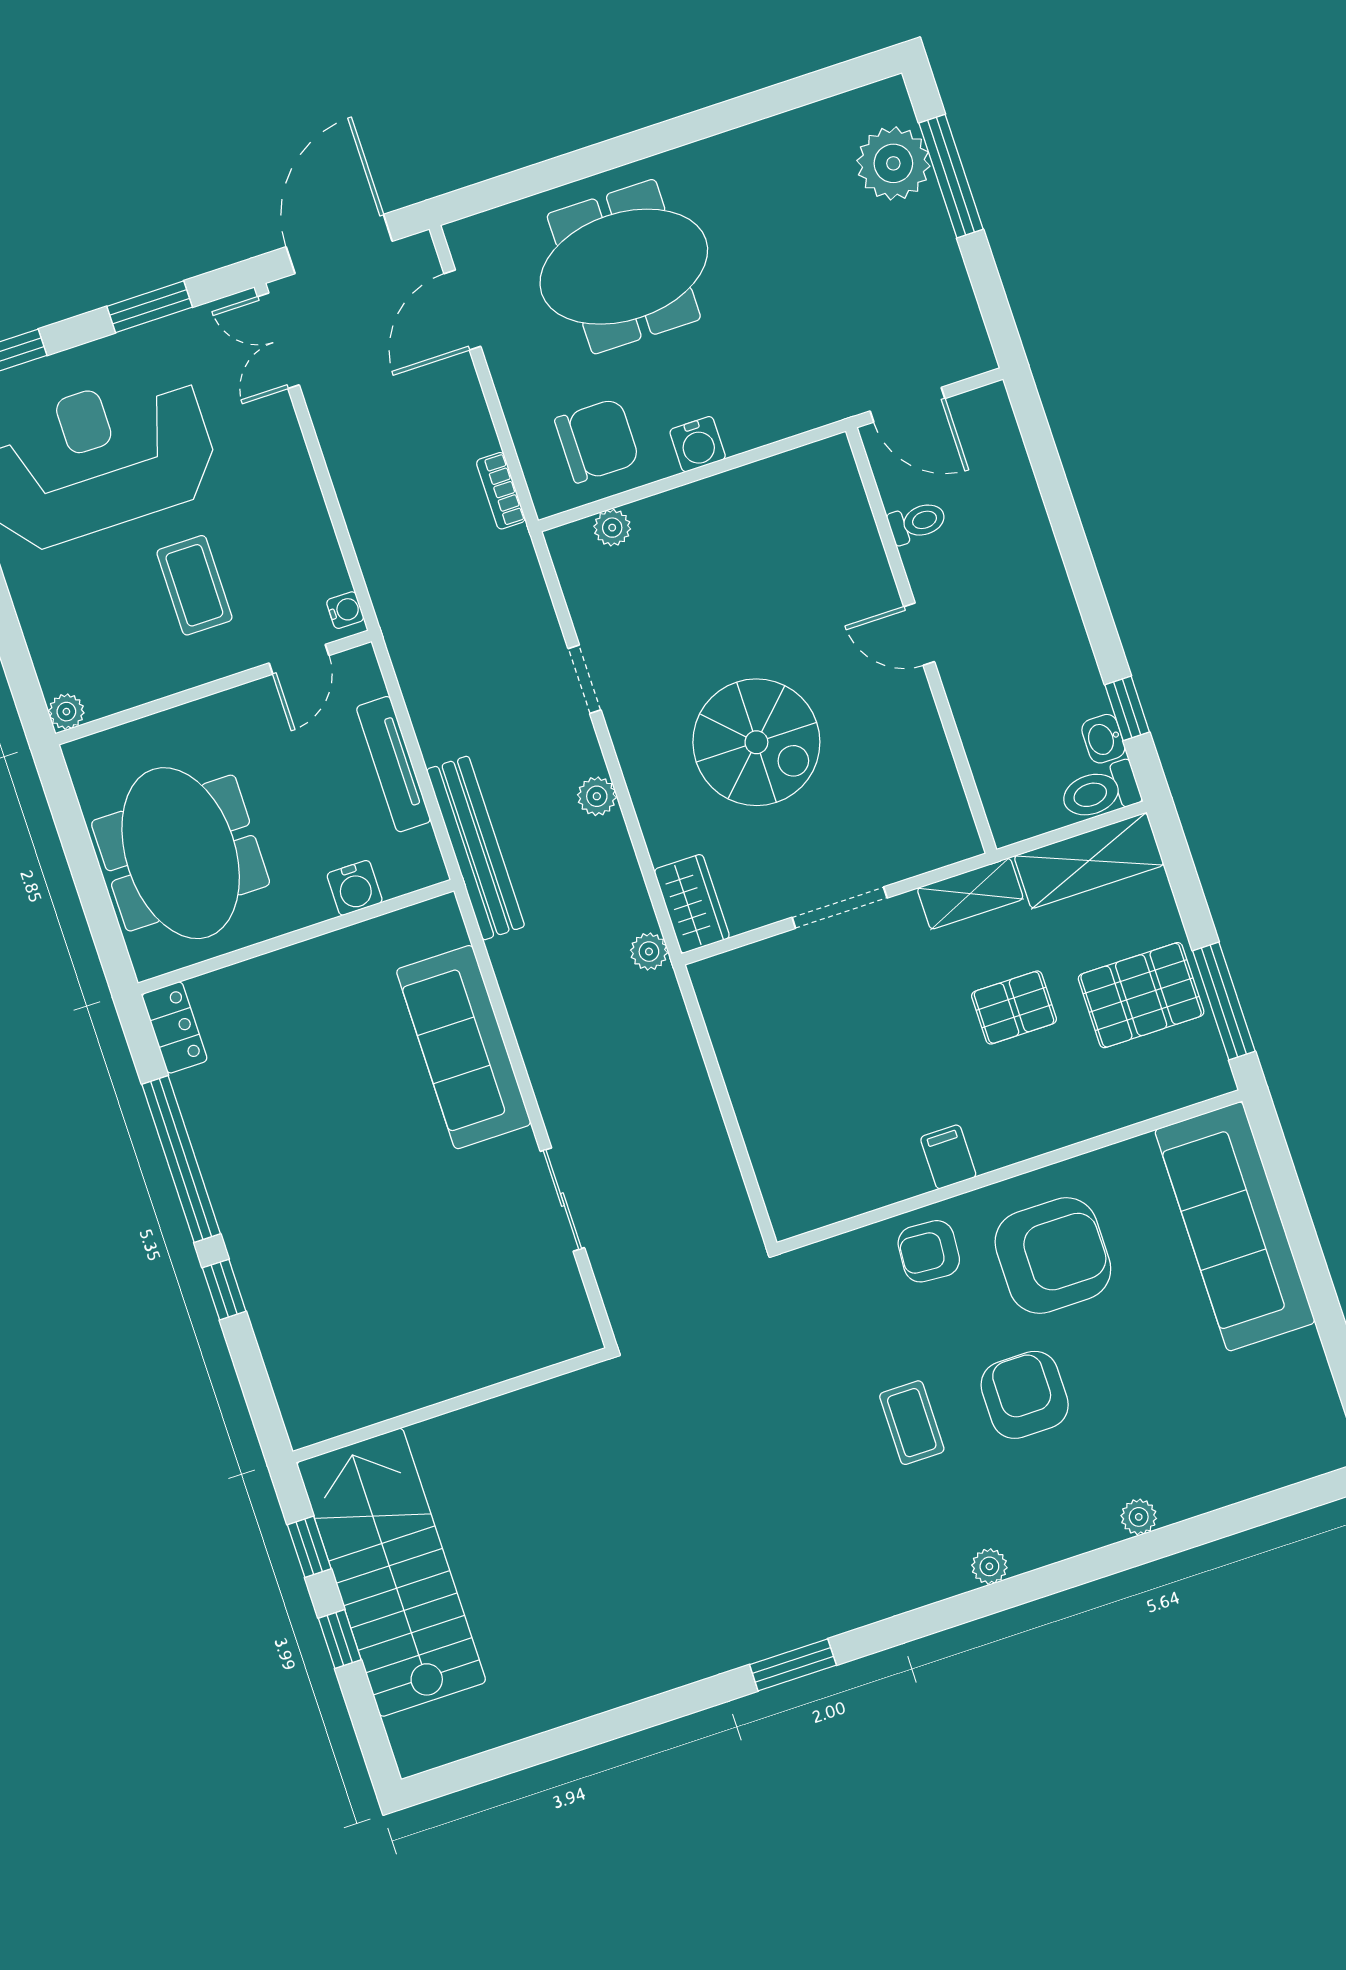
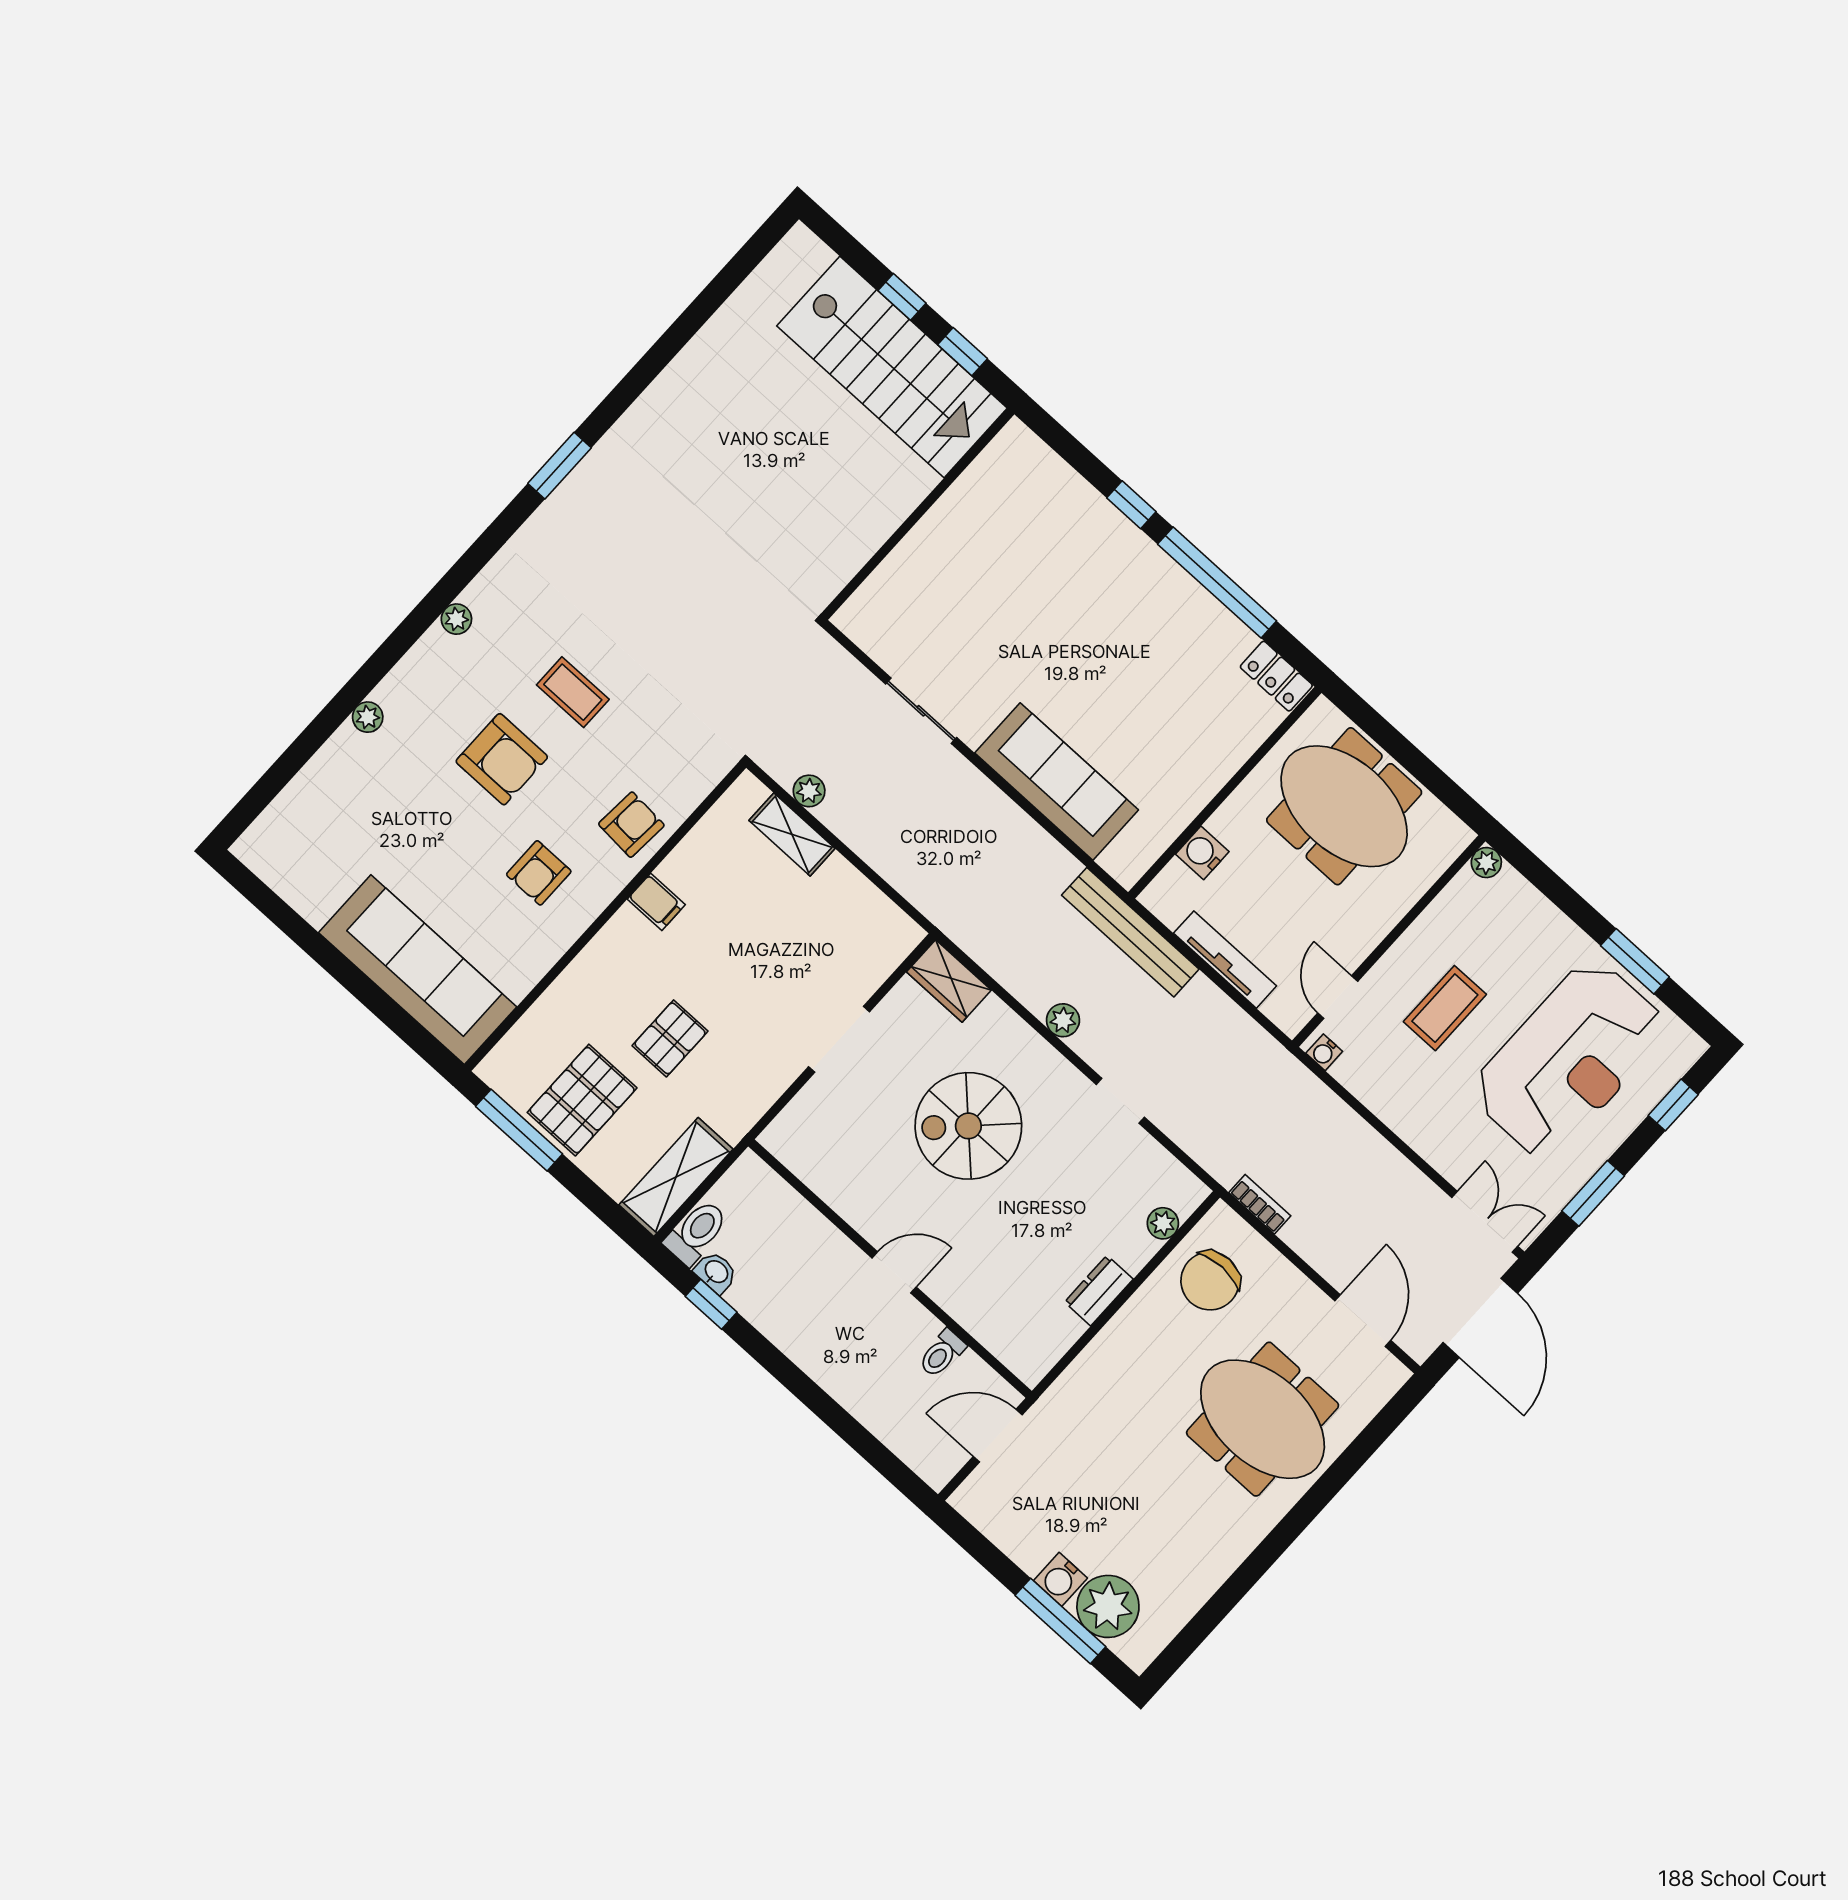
meeting table: (624, 267) -> (1263, 1419), turned 90
water cooler: (698, 444) -> (1060, 1579), moved, turned -90
dresser: (718, 496) -> (1099, 1291), added
coffee table: (194, 585) -> (1445, 1008), turned 90
shelving: (970, 894) -> (792, 834), moved, turned 90
plant: (649, 952) -> (809, 791), moved
armchair: (1053, 1256) -> (539, 873), width x0.53, depth x0.53

